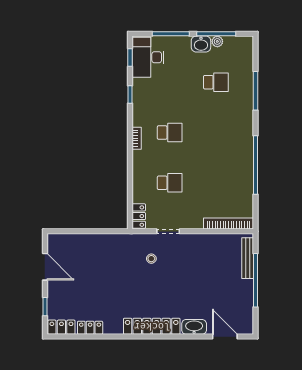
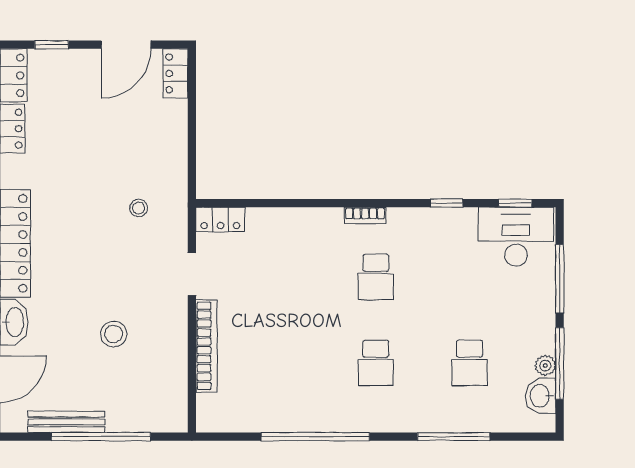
washbasin: (201, 44) -> (541, 396), moved
school desk: (170, 183) -> (376, 363), moved
bookcase: (228, 223) -> (206, 346), moved
locker: (60, 240) -> (175, 73), added
bench: (248, 258) -> (66, 422), moved
stool: (151, 259) -> (139, 208), moved
stool: (200, 273) -> (114, 334), added

